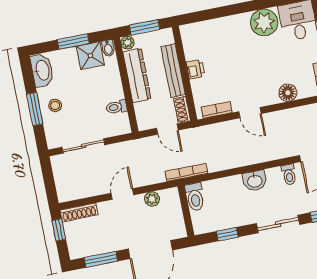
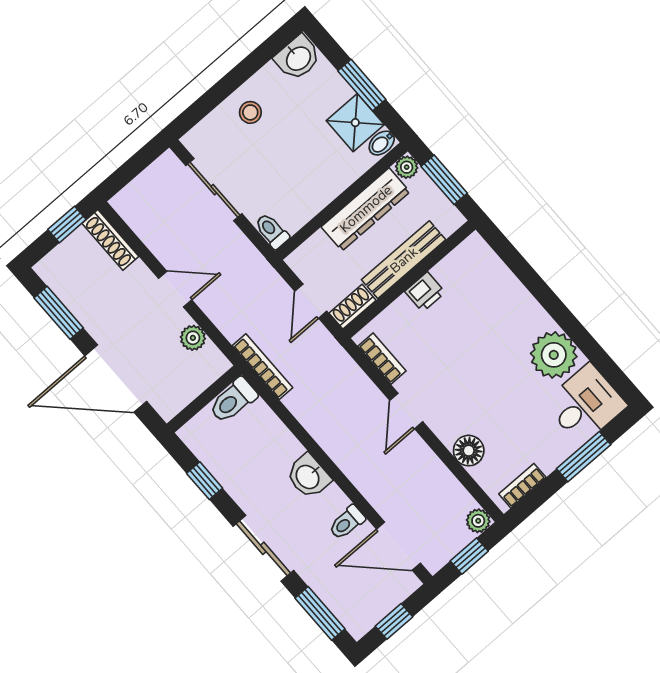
washbasin: (42, 70) -> (298, 58), width x0.72
toilet: (117, 107) -> (272, 231), moved
window: (35, 109) -> (228, 85), removed

